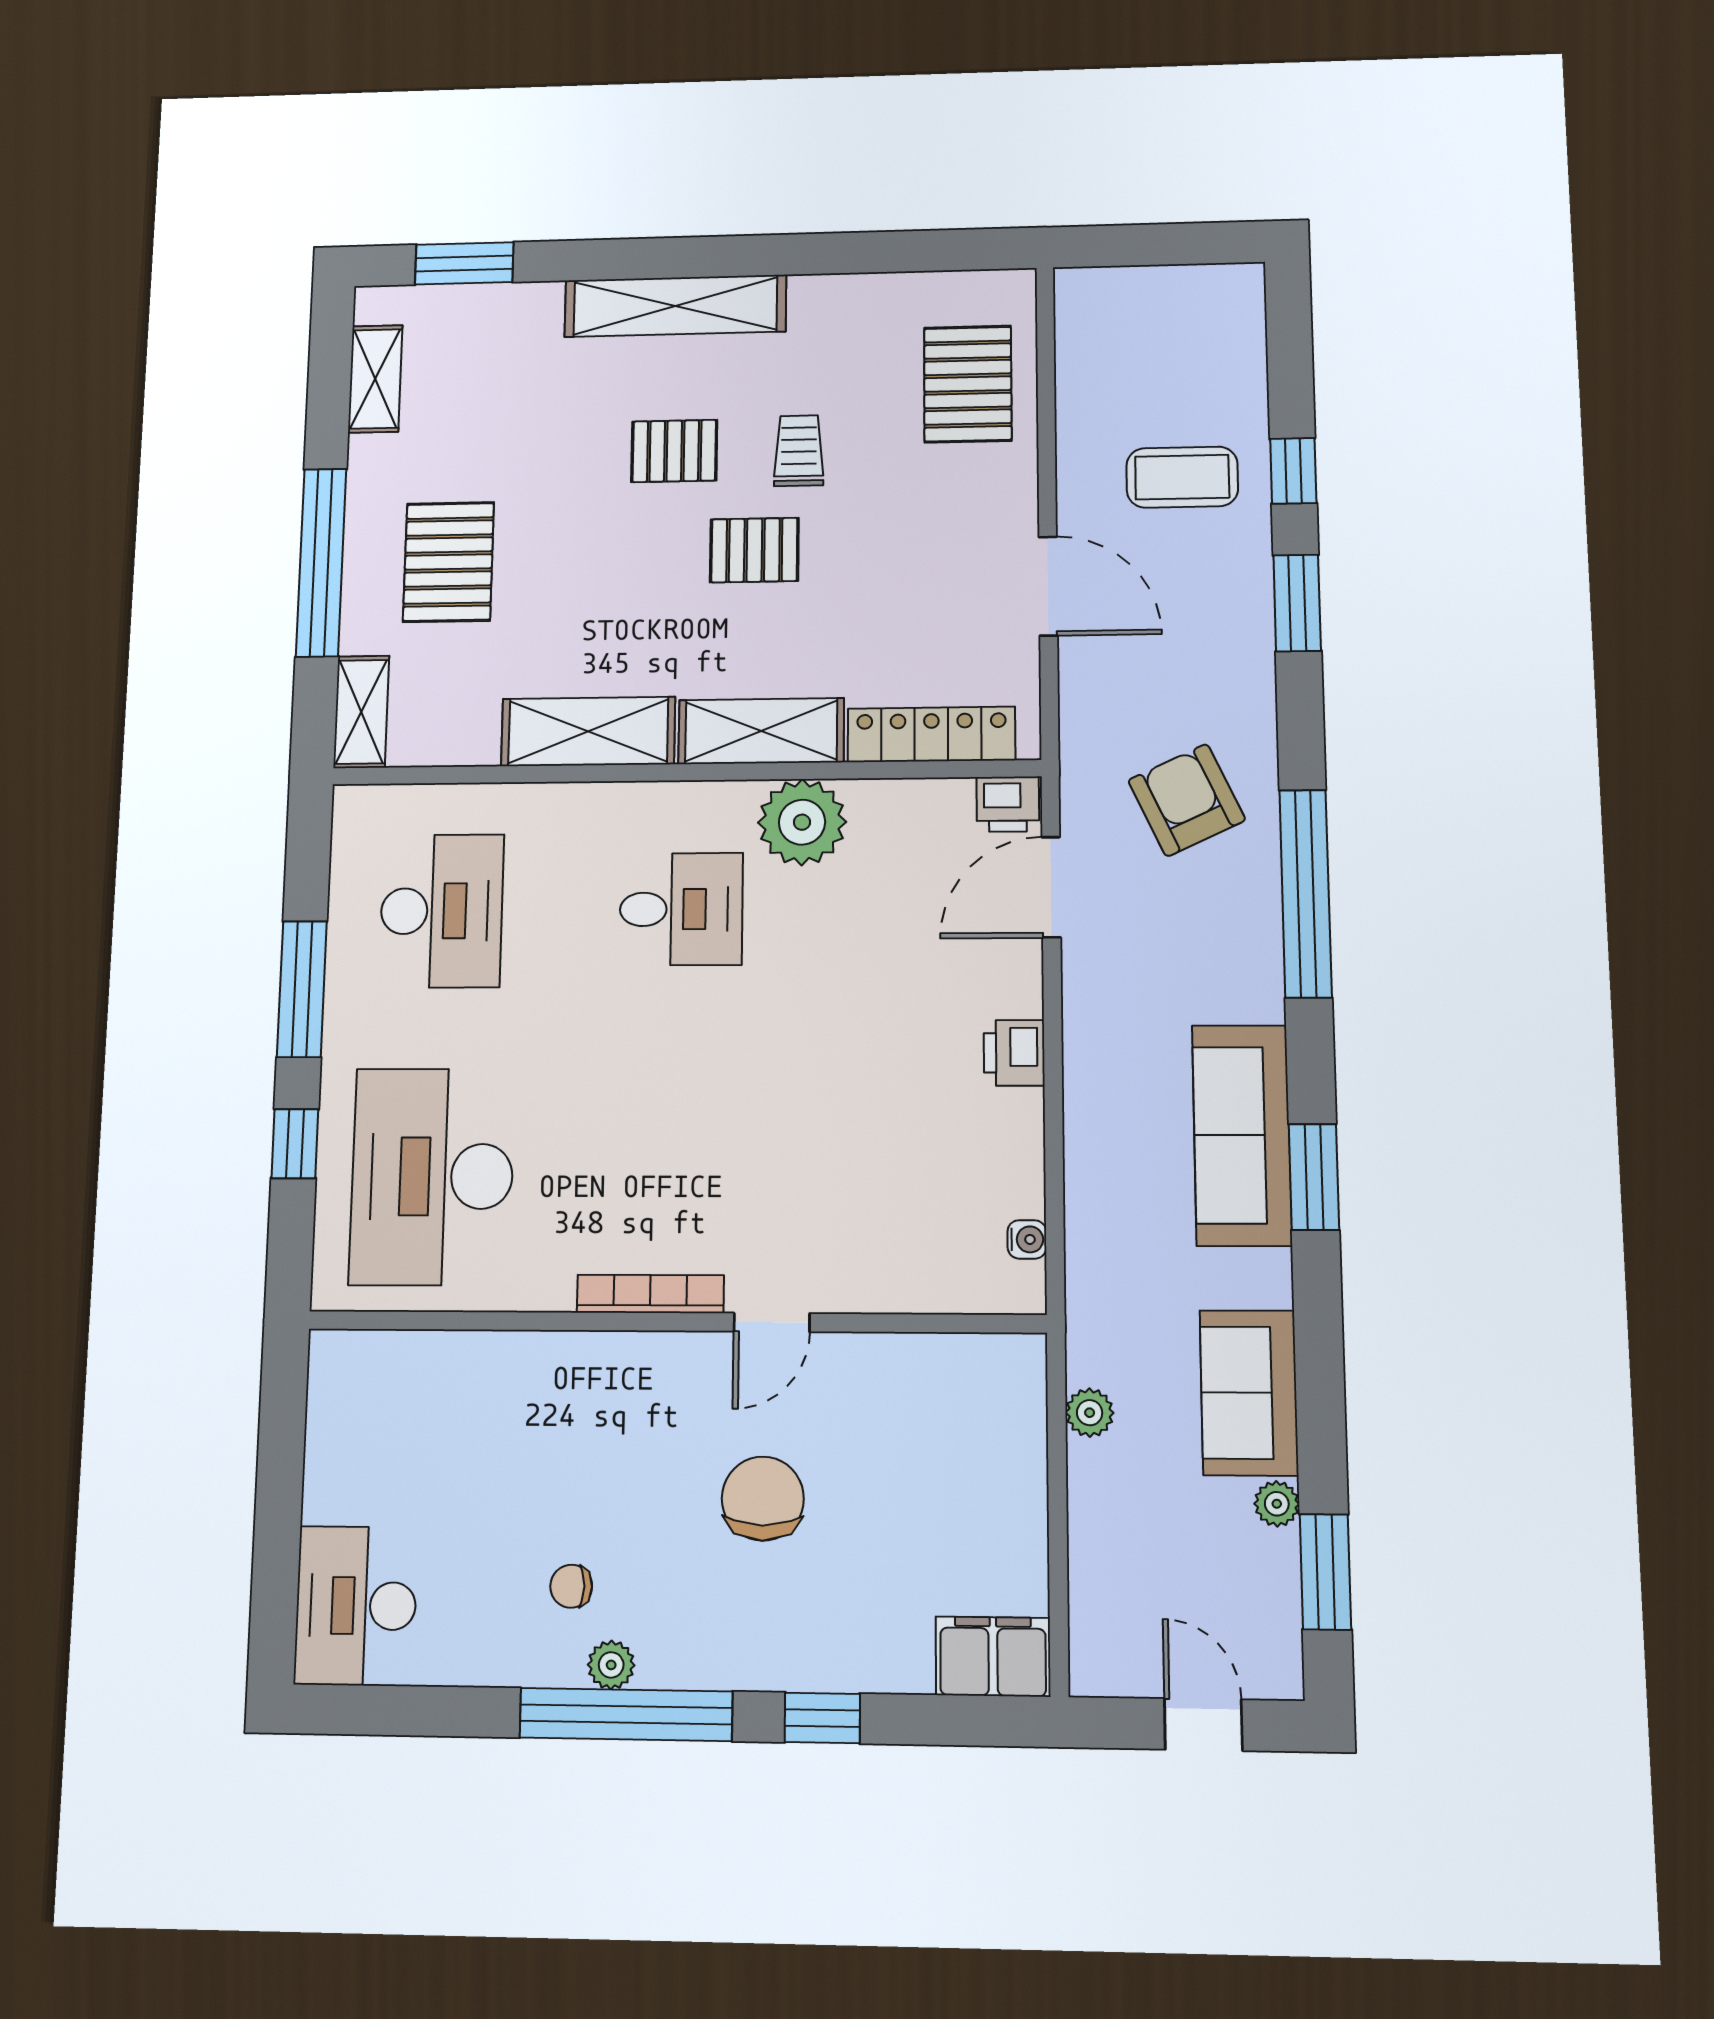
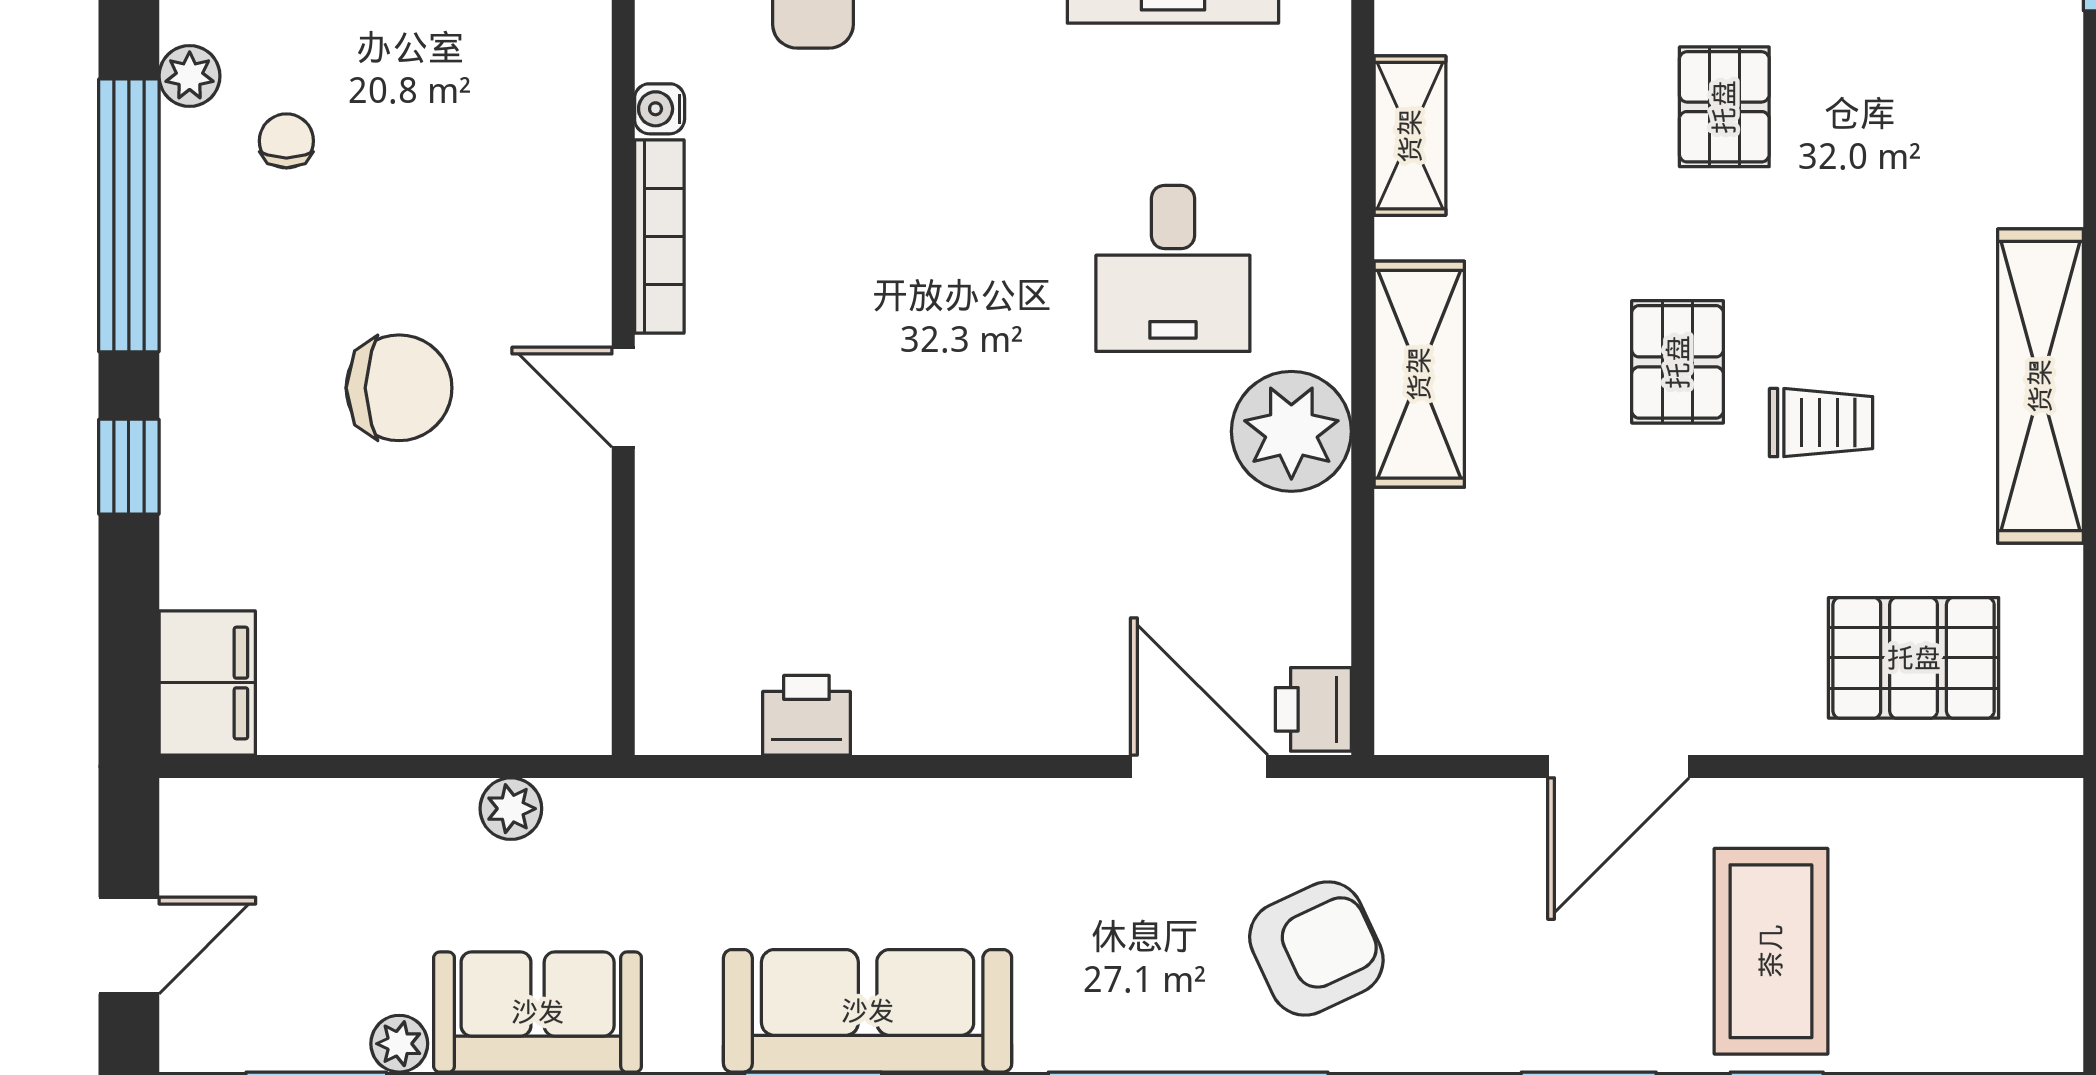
shelving: (675, 306) -> (2040, 386), moved
pallet: (674, 451) -> (1724, 107), moved
coffee table: (1182, 477) -> (1771, 951), width x1.36, depth x1.32
shelving: (588, 731) -> (1410, 136), width x0.67, depth x0.75
locker: (931, 734) -> (1412, 607), removed
printer: (1014, 1053) -> (806, 715), moved
water cooler: (1027, 1239) -> (660, 109), moved, turned 90
plant: (611, 1665) -> (190, 76), moved

